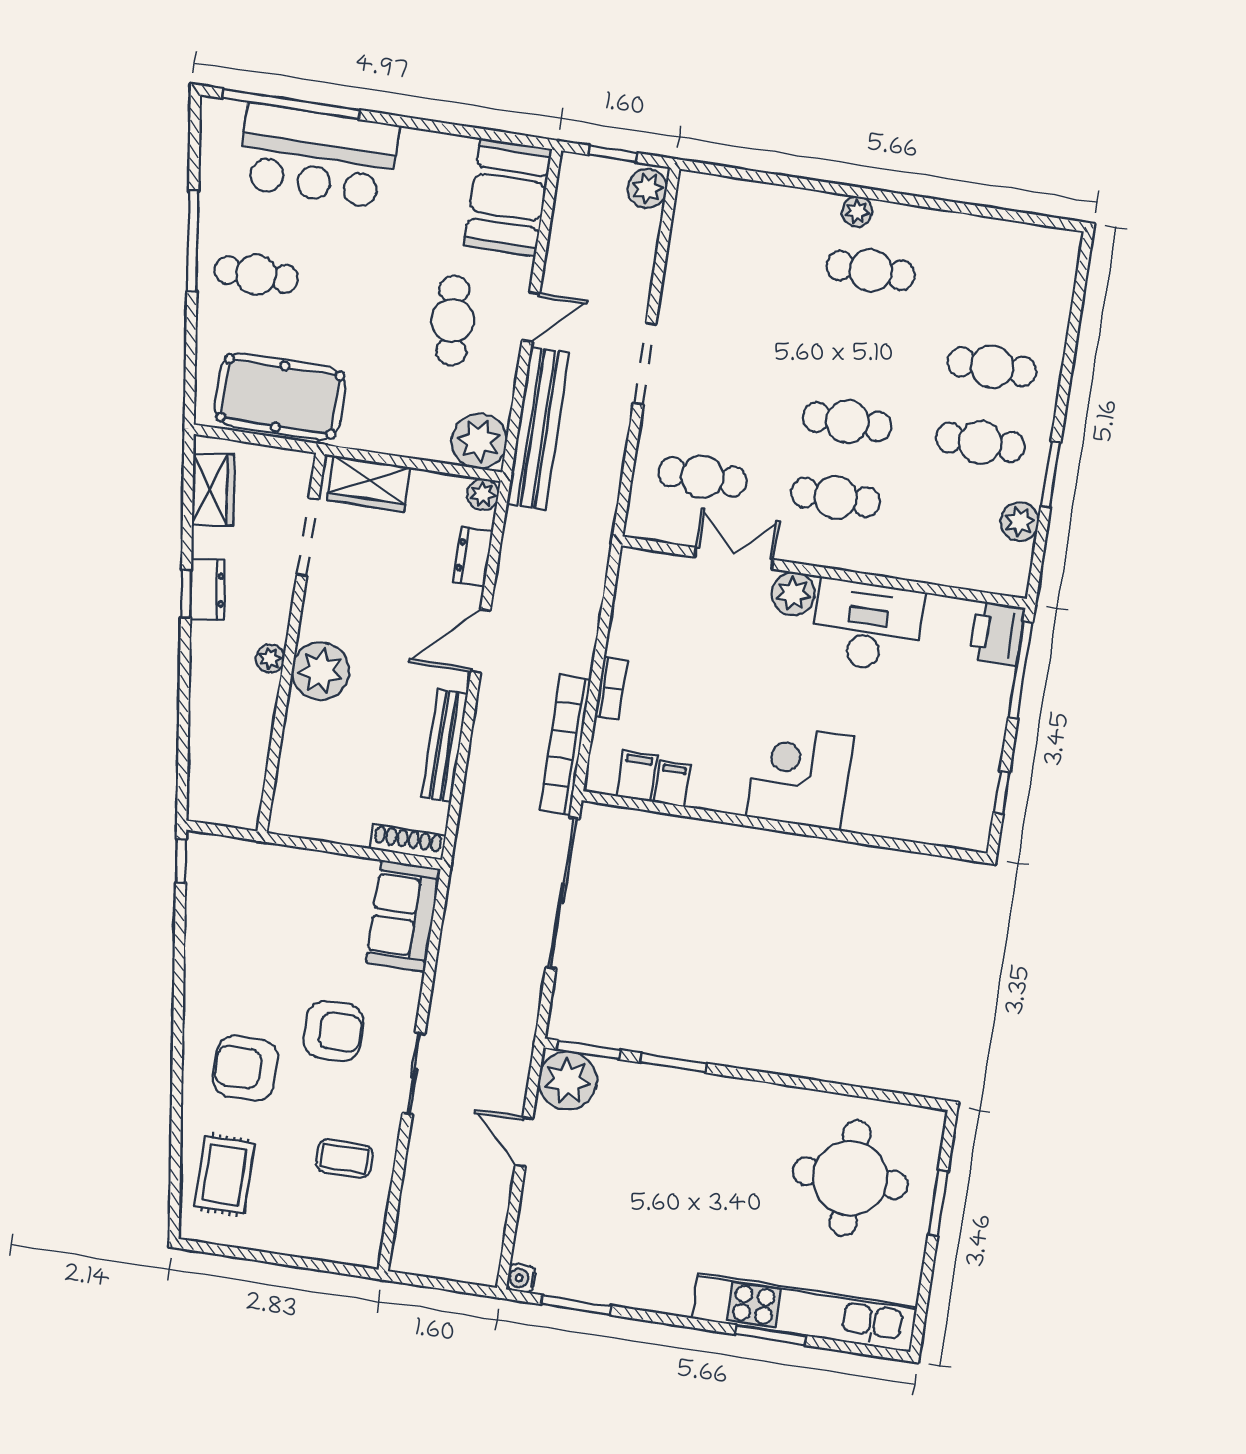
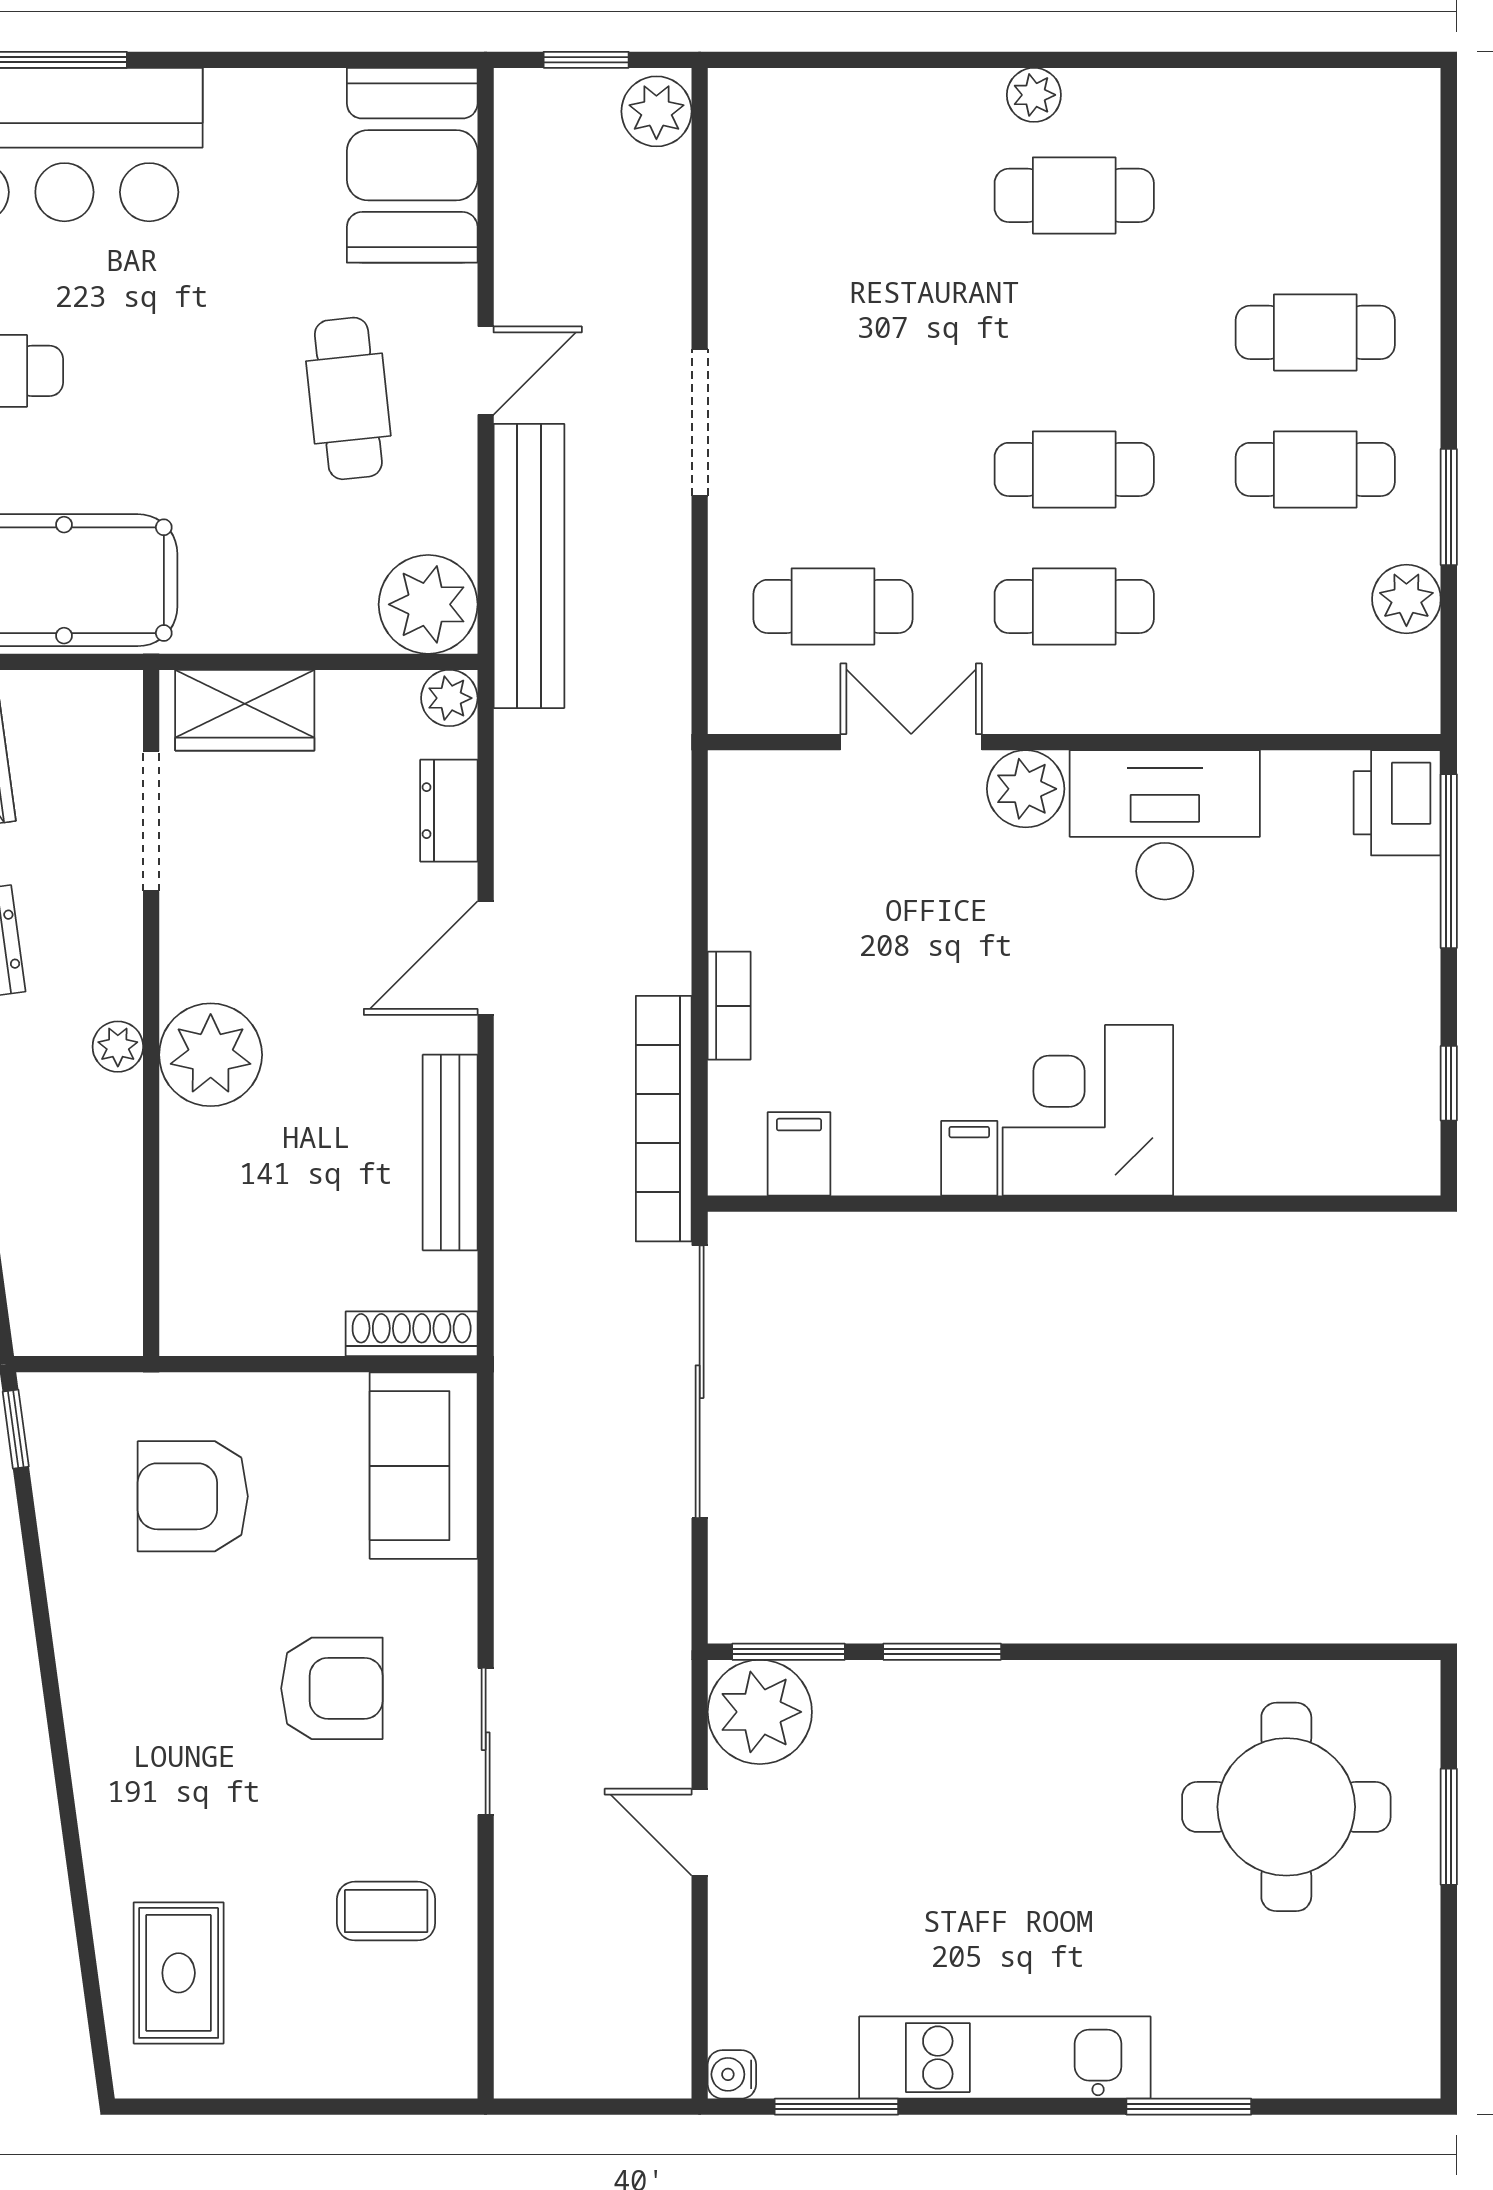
filing cabinet: (672, 784) -> (969, 1158), moved
armchair: (245, 1068) -> (193, 1496), moved
kitchen unit: (804, 1313) -> (1005, 2058), moved, width x0.73

